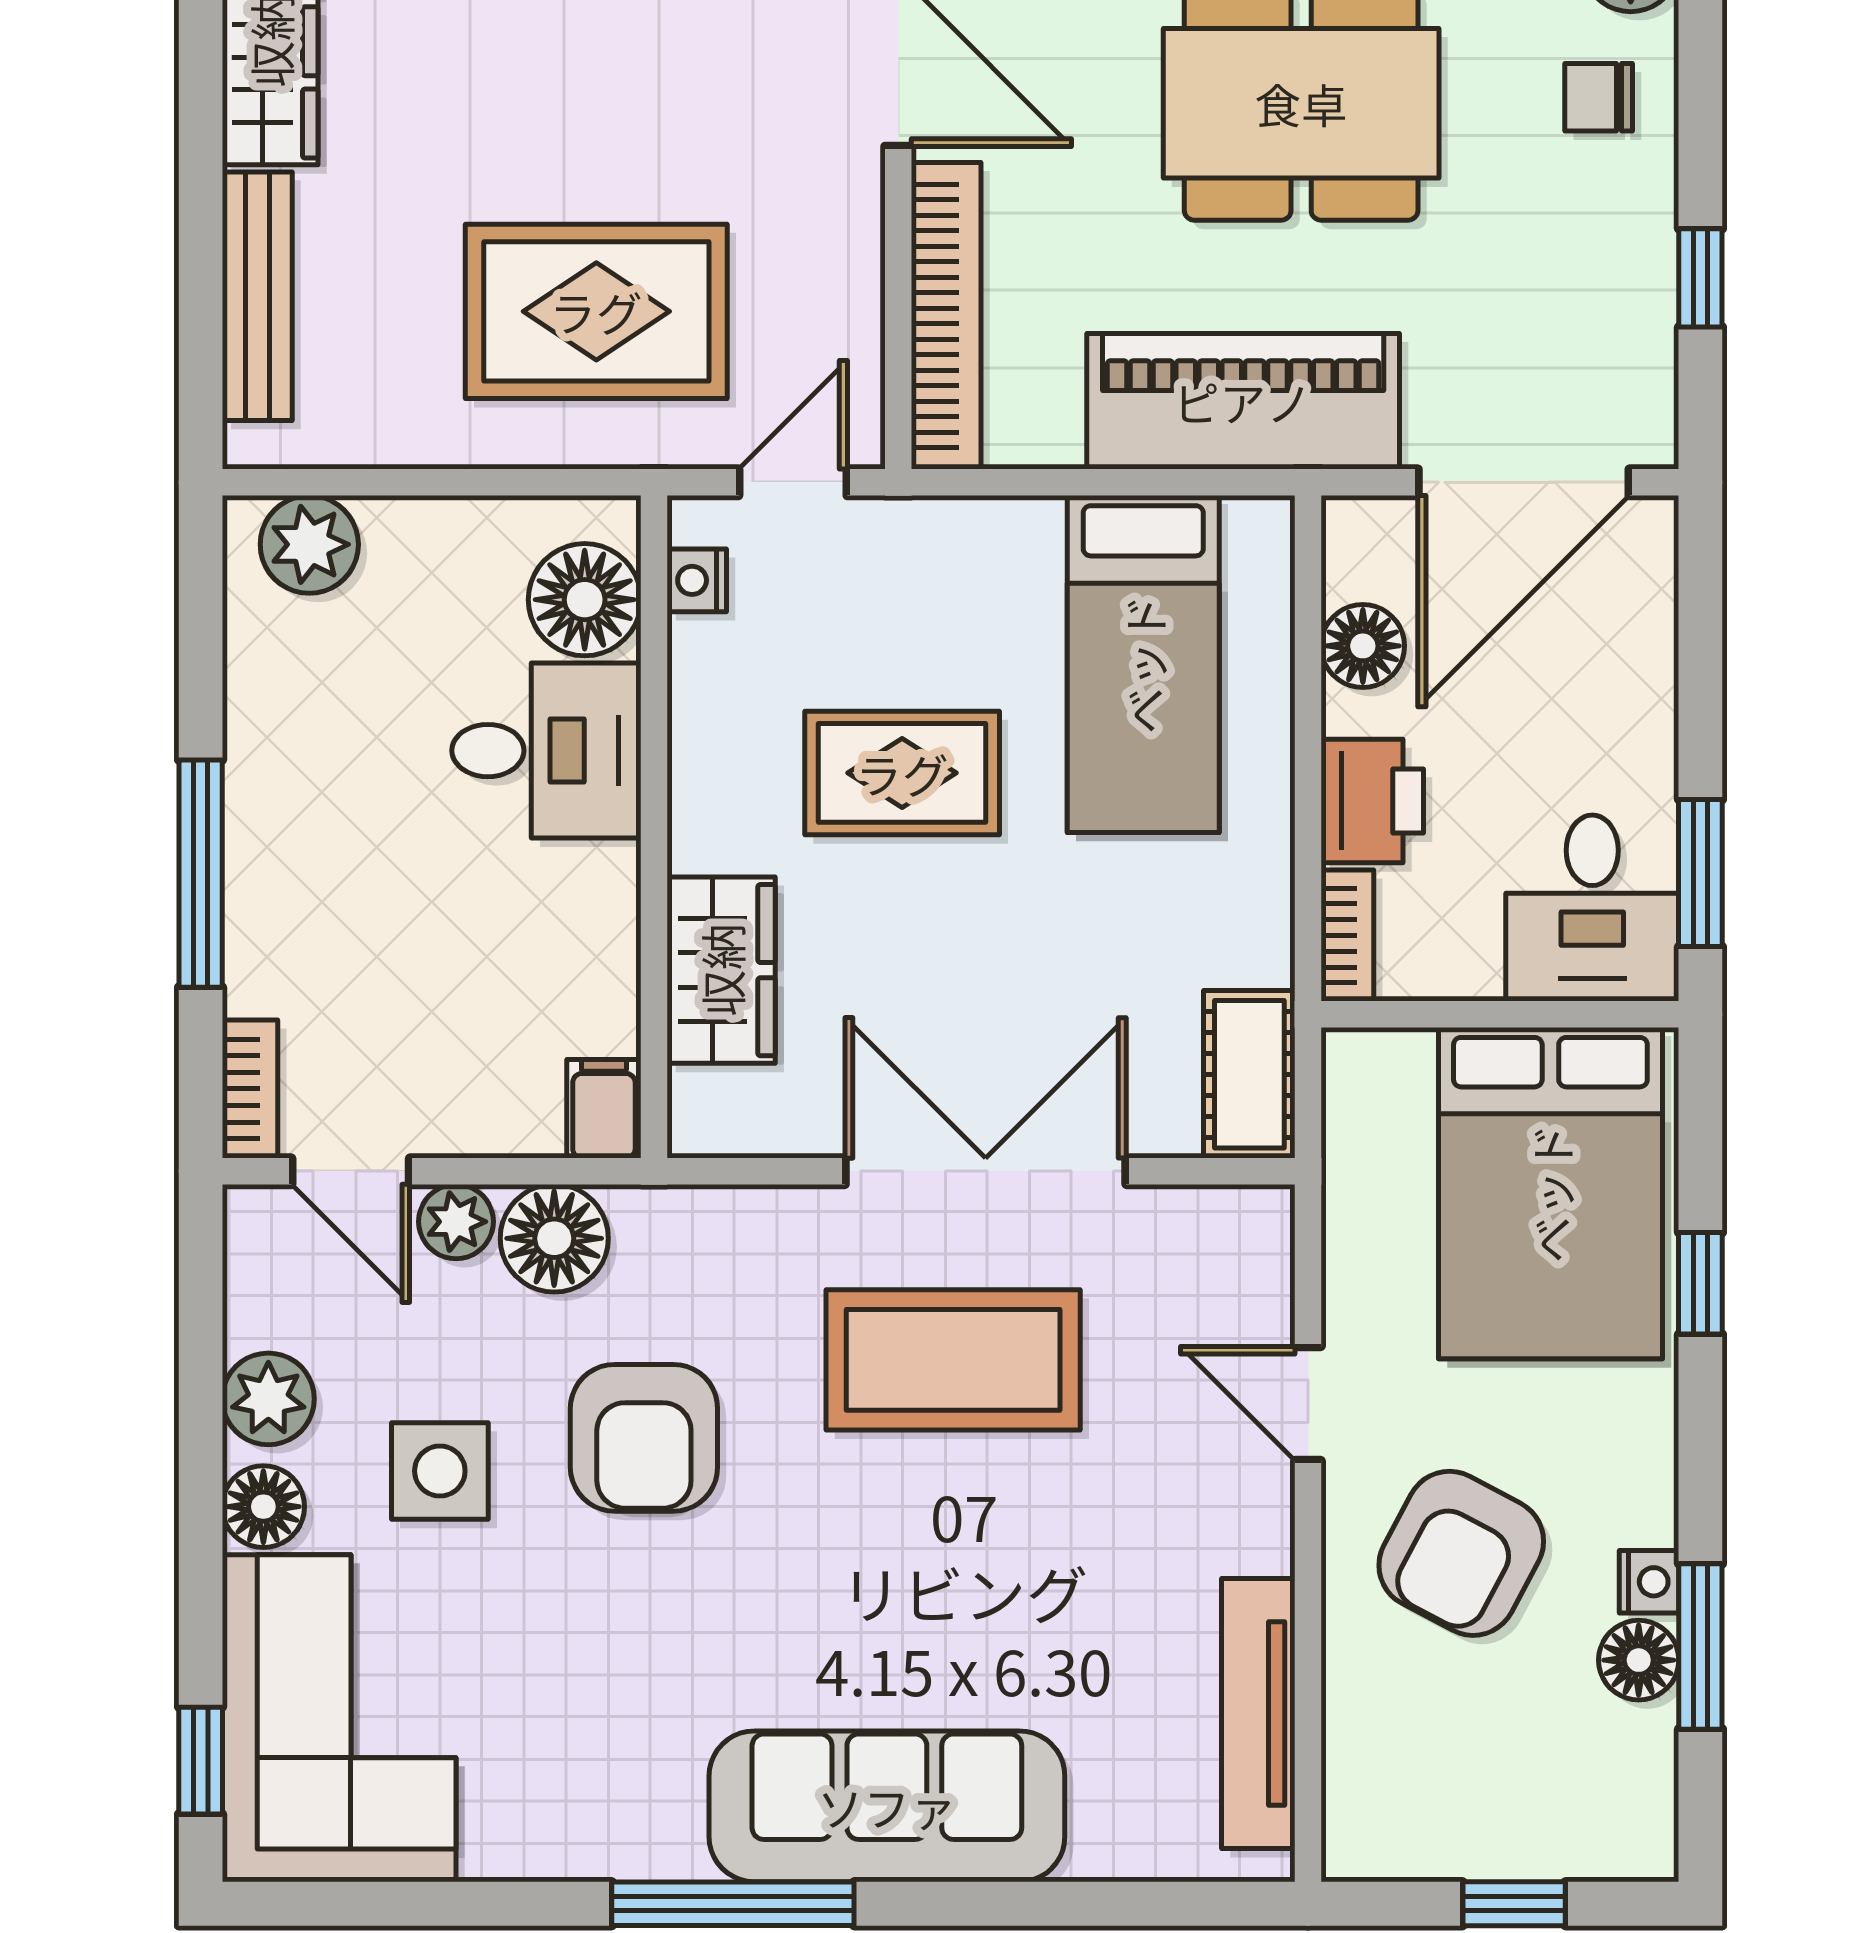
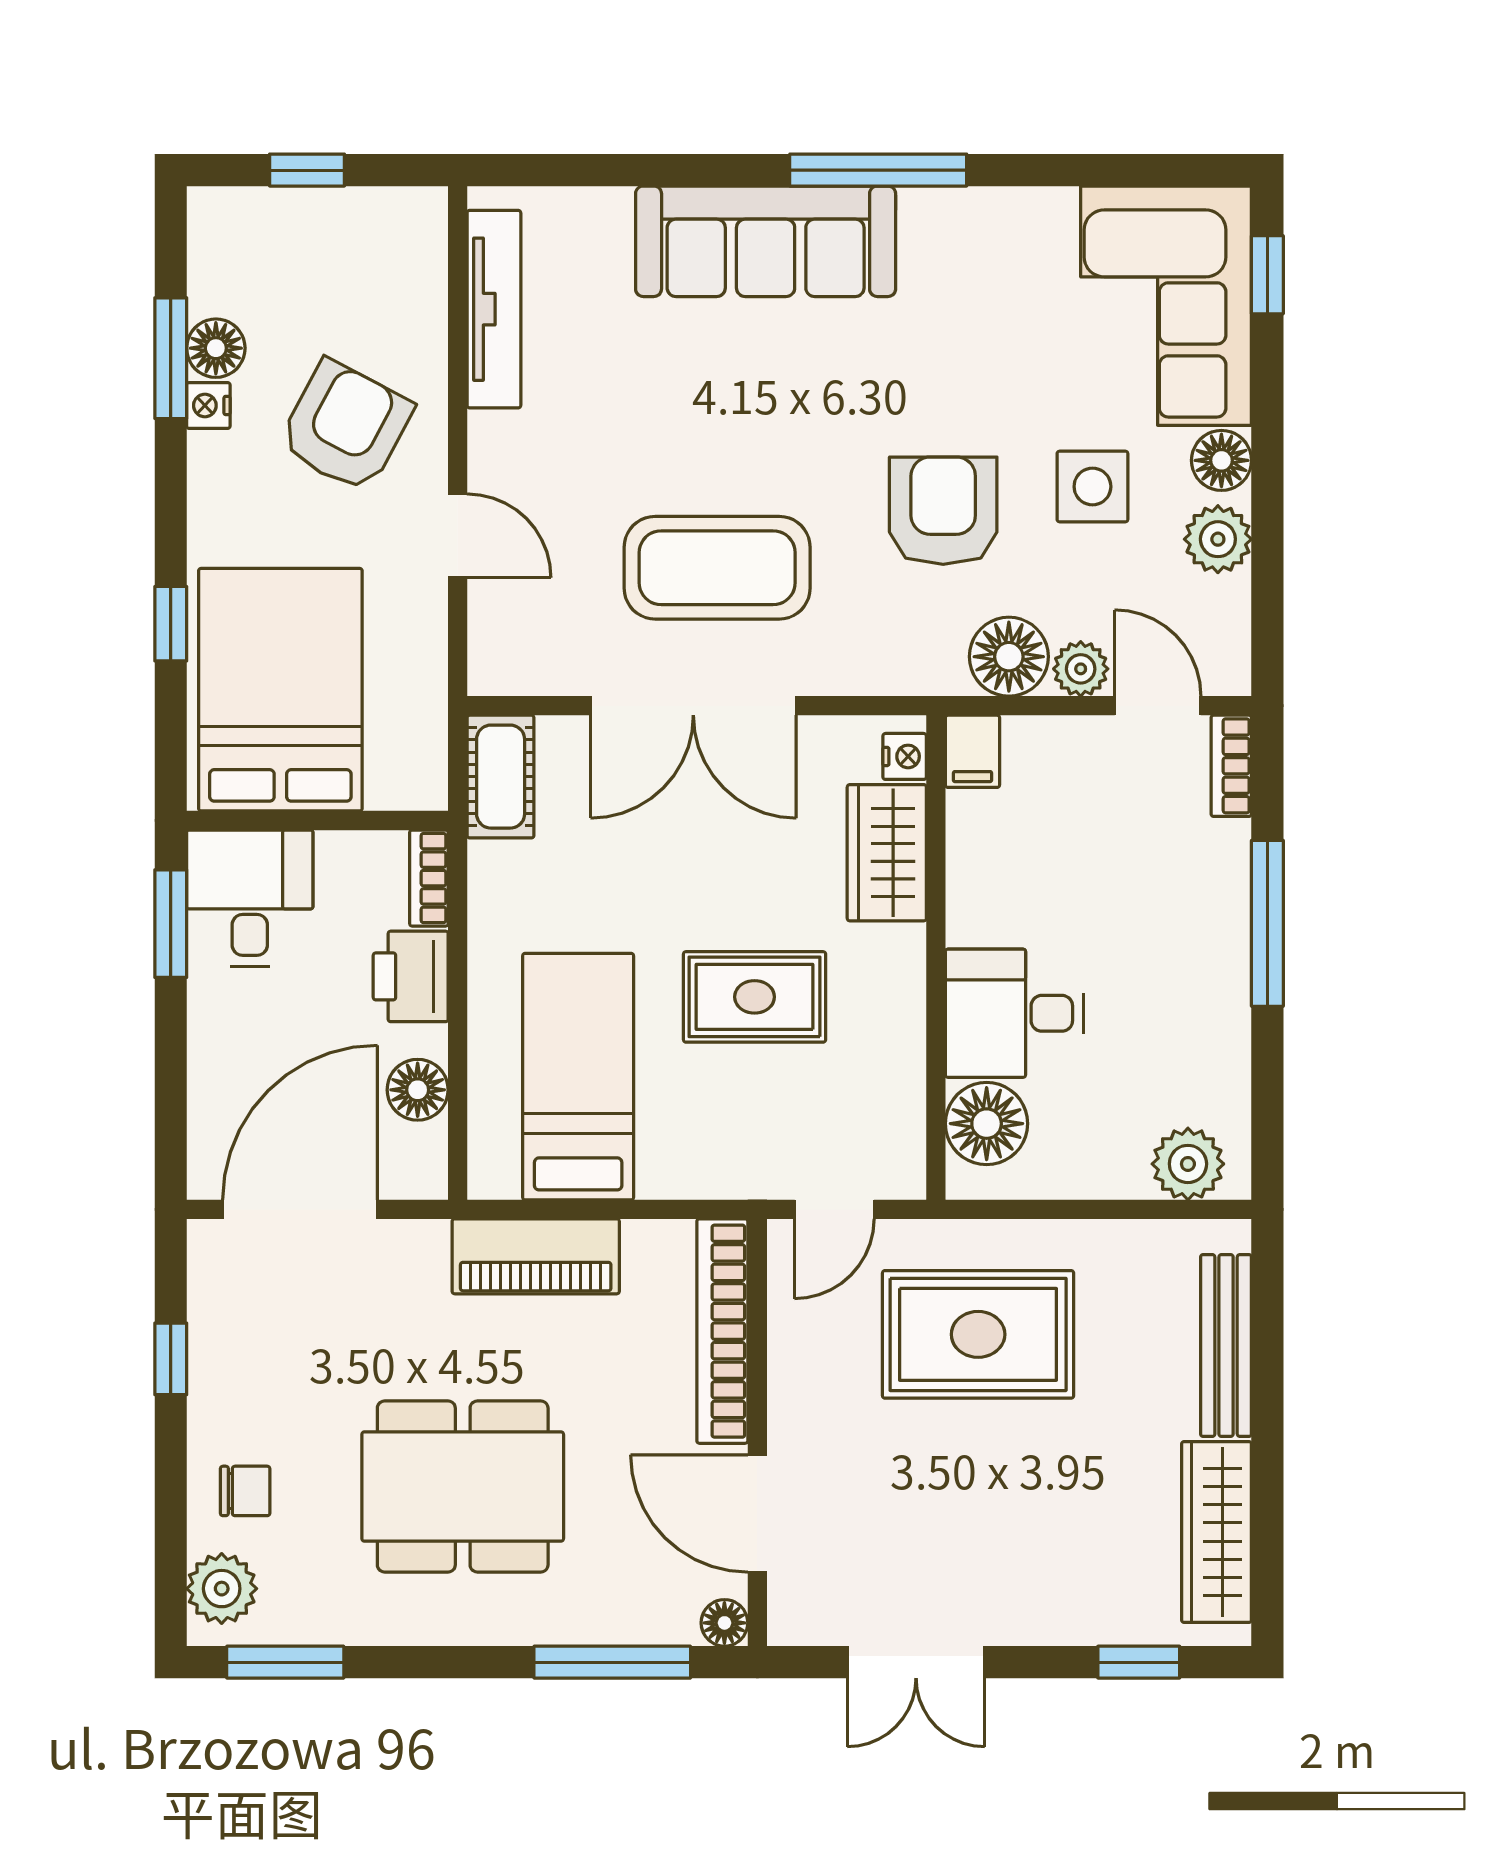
piano: (1243, 401) -> (536, 1256), width x0.73, depth x0.75
nightstand: (697, 580) -> (905, 756), moved

